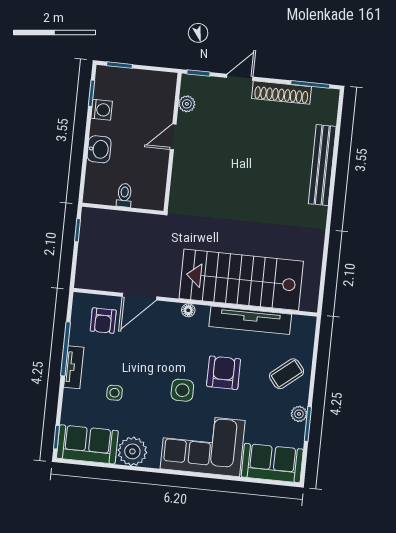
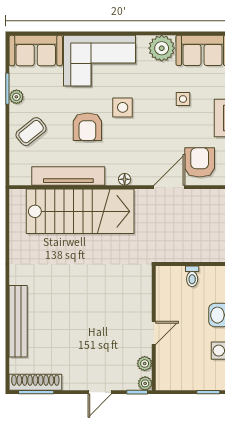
plant: (189, 82) -> (145, 383), added
shoe rack: (281, 93) -> (35, 382), moved
armchair: (103, 321) -> (200, 162), width x1.38, depth x1.38

